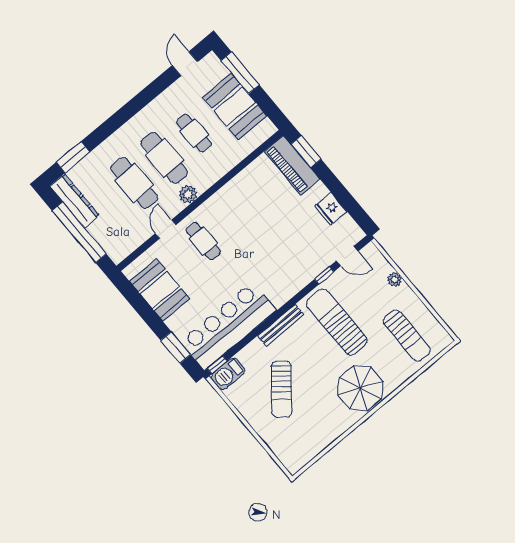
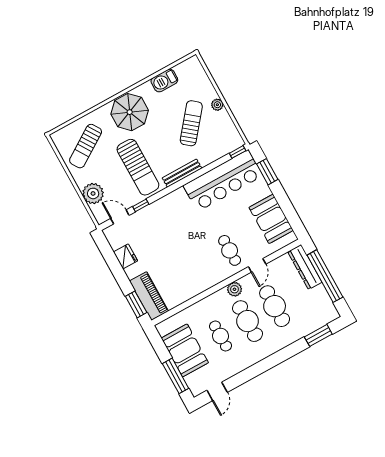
dresser: (75, 201) -> (305, 267), moved
plant: (395, 279) -> (93, 193), width x1.88, depth x1.88
sun lounger: (407, 336) -> (86, 146), turned -123
barbecue: (228, 374) -> (164, 81), moved, turned 180
plant: (254, 418) -> (217, 105), added

